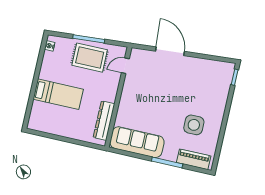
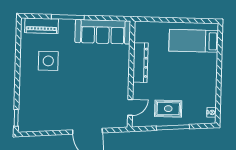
rug: (90, 58) -> (168, 109), width x0.73, depth x0.70
bed: (58, 94) -> (194, 41), moved
dresser: (104, 121) -> (140, 63), moved

